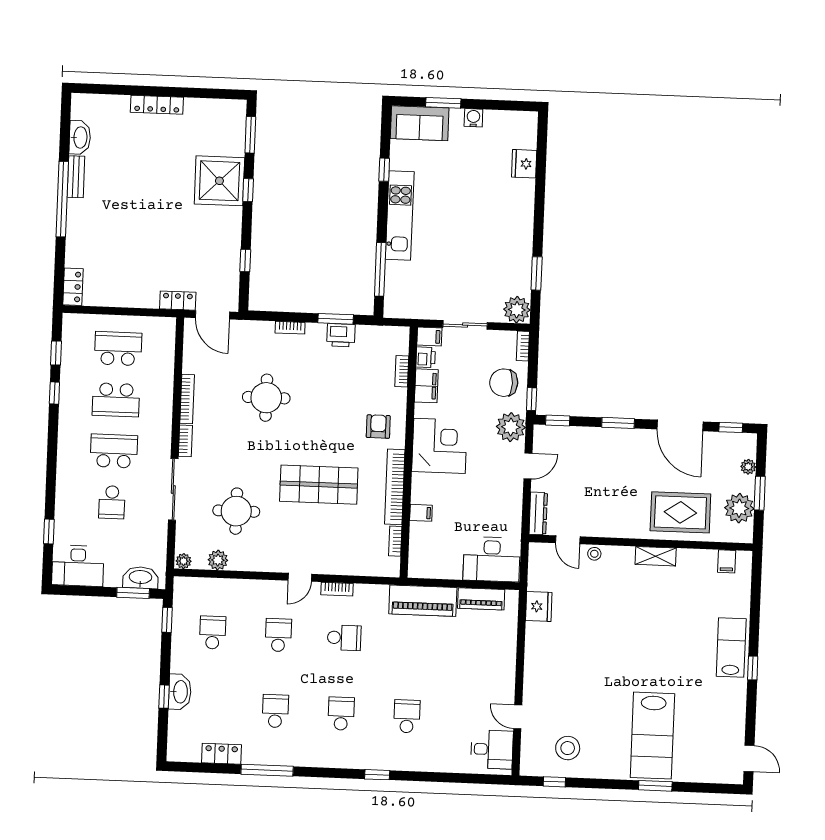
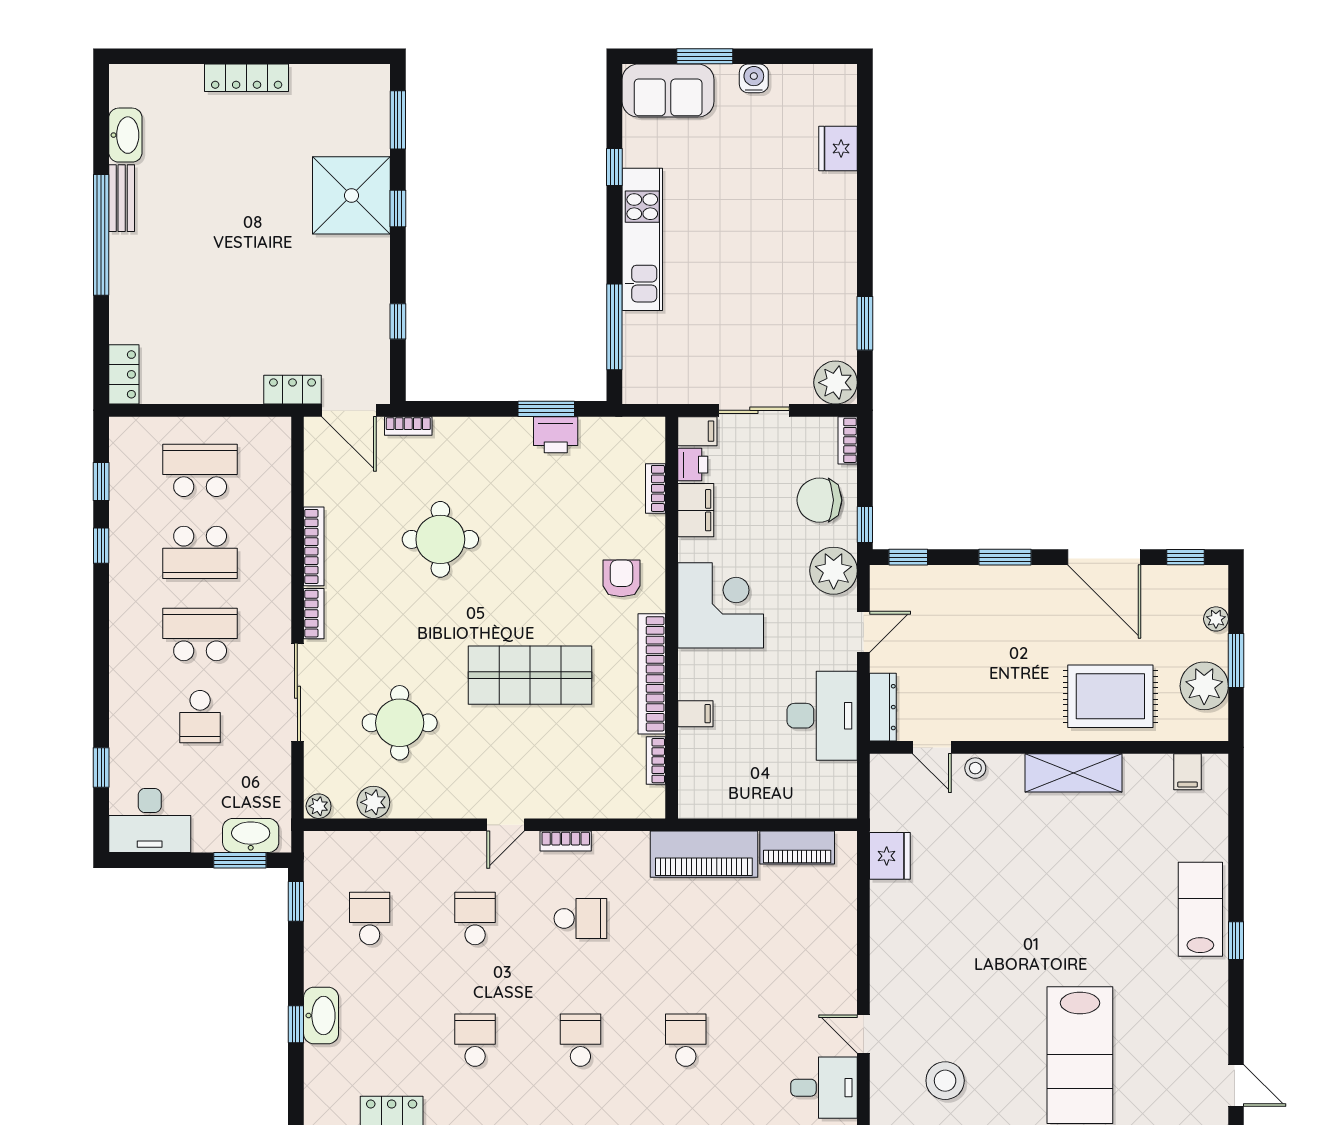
bookcase: (290, 328) -> (408, 426), moved
shelving: (656, 556) -> (1074, 773), width x1.50, depth x1.33
desk: (492, 559) -> (822, 716), moved, turned -90

